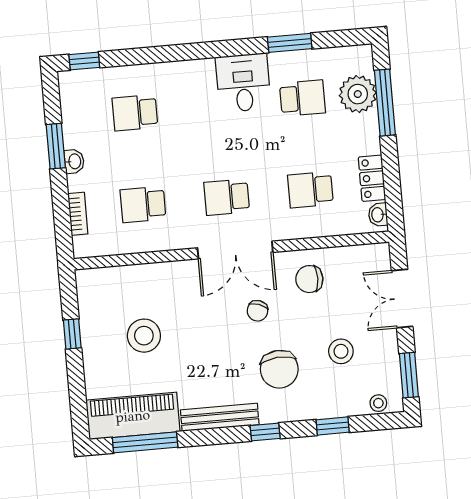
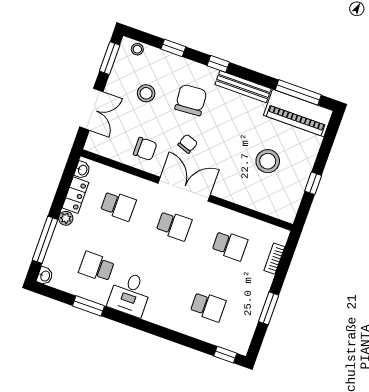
plant: (358, 94) -> (66, 218), moved, width x0.53, depth x0.53
washbasin: (74, 161) -> (45, 276), moved, turned 180

